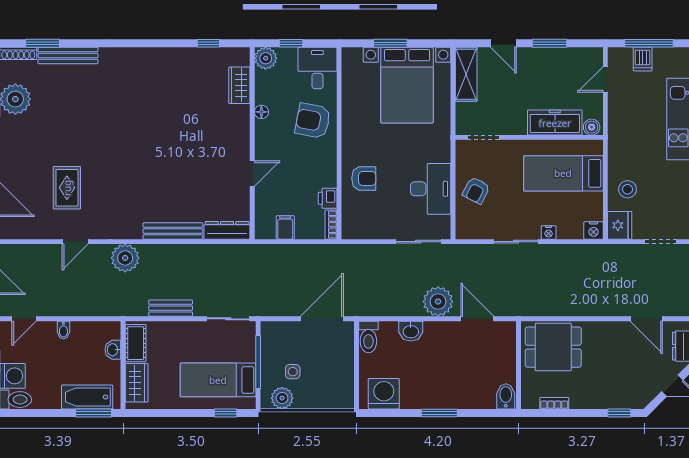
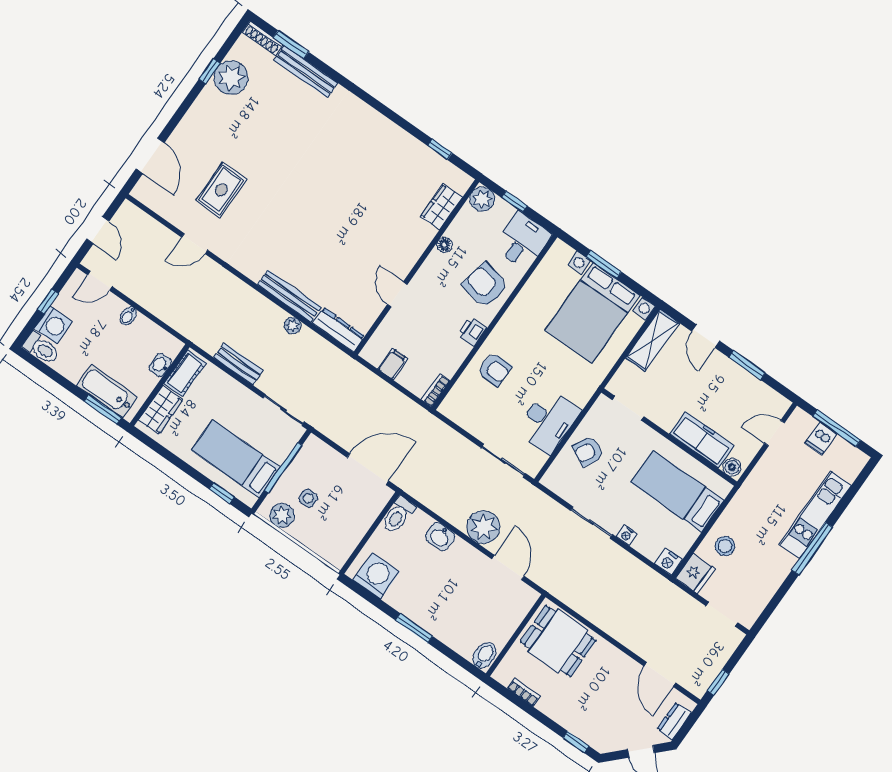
door: (252, 173) -> (397, 294), swing flipped
printer: (328, 198) -> (472, 332), moved
plant: (125, 258) -> (293, 326), moved, width x0.53, depth x0.53

